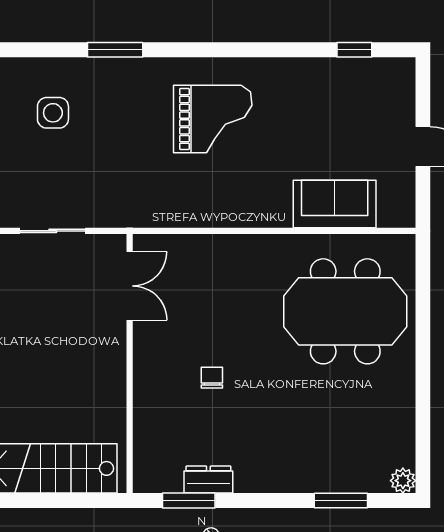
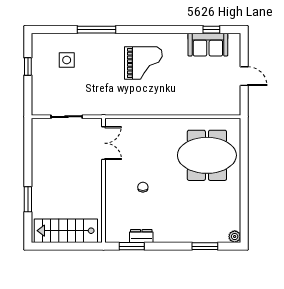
window: (115, 50) -> (97, 30), width x1.44
sofa: (335, 204) -> (208, 45), moved, turned 180

